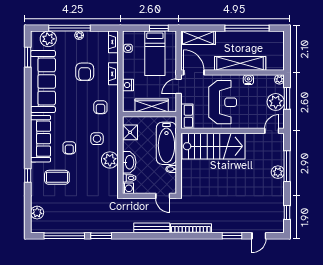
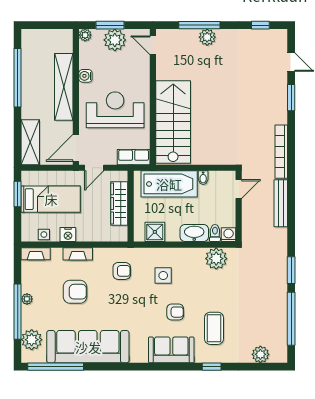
window: (28, 57) -> (56, 367), width x2.11
nightstand: (128, 85) -> (68, 235), moved
door: (179, 86) -> (94, 168), hinge flipped
sofa: (41, 139) -> (171, 350), width x0.73
plant: (110, 160) -> (216, 259), moved

